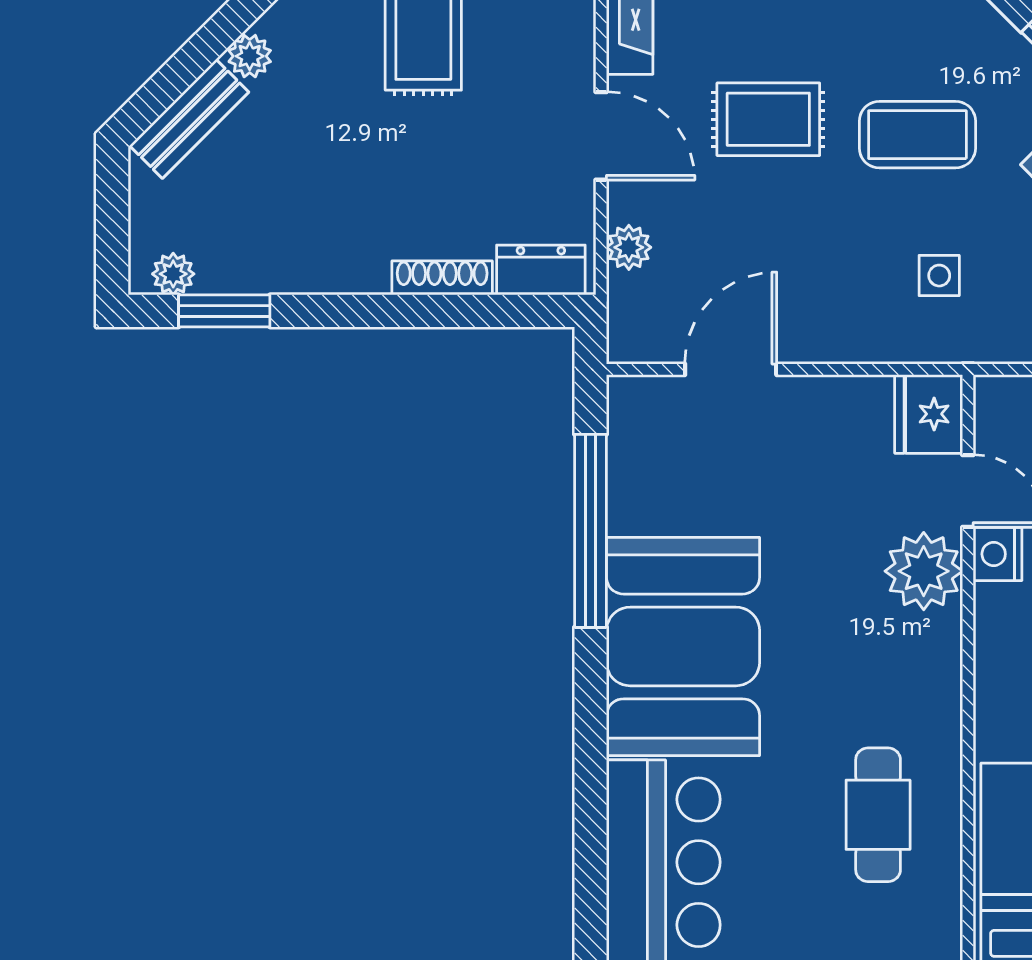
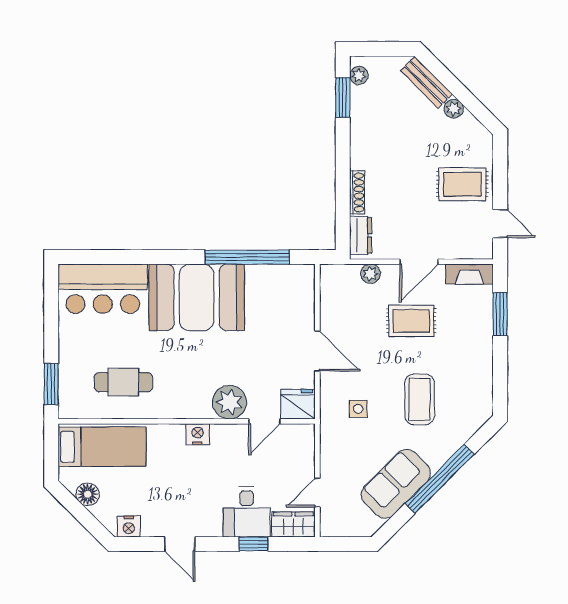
rug: (768, 119) -> (411, 321), moved, turned 90
door: (731, 369) -> (317, 351), moved
nightstand: (998, 554) -> (198, 434), moved

